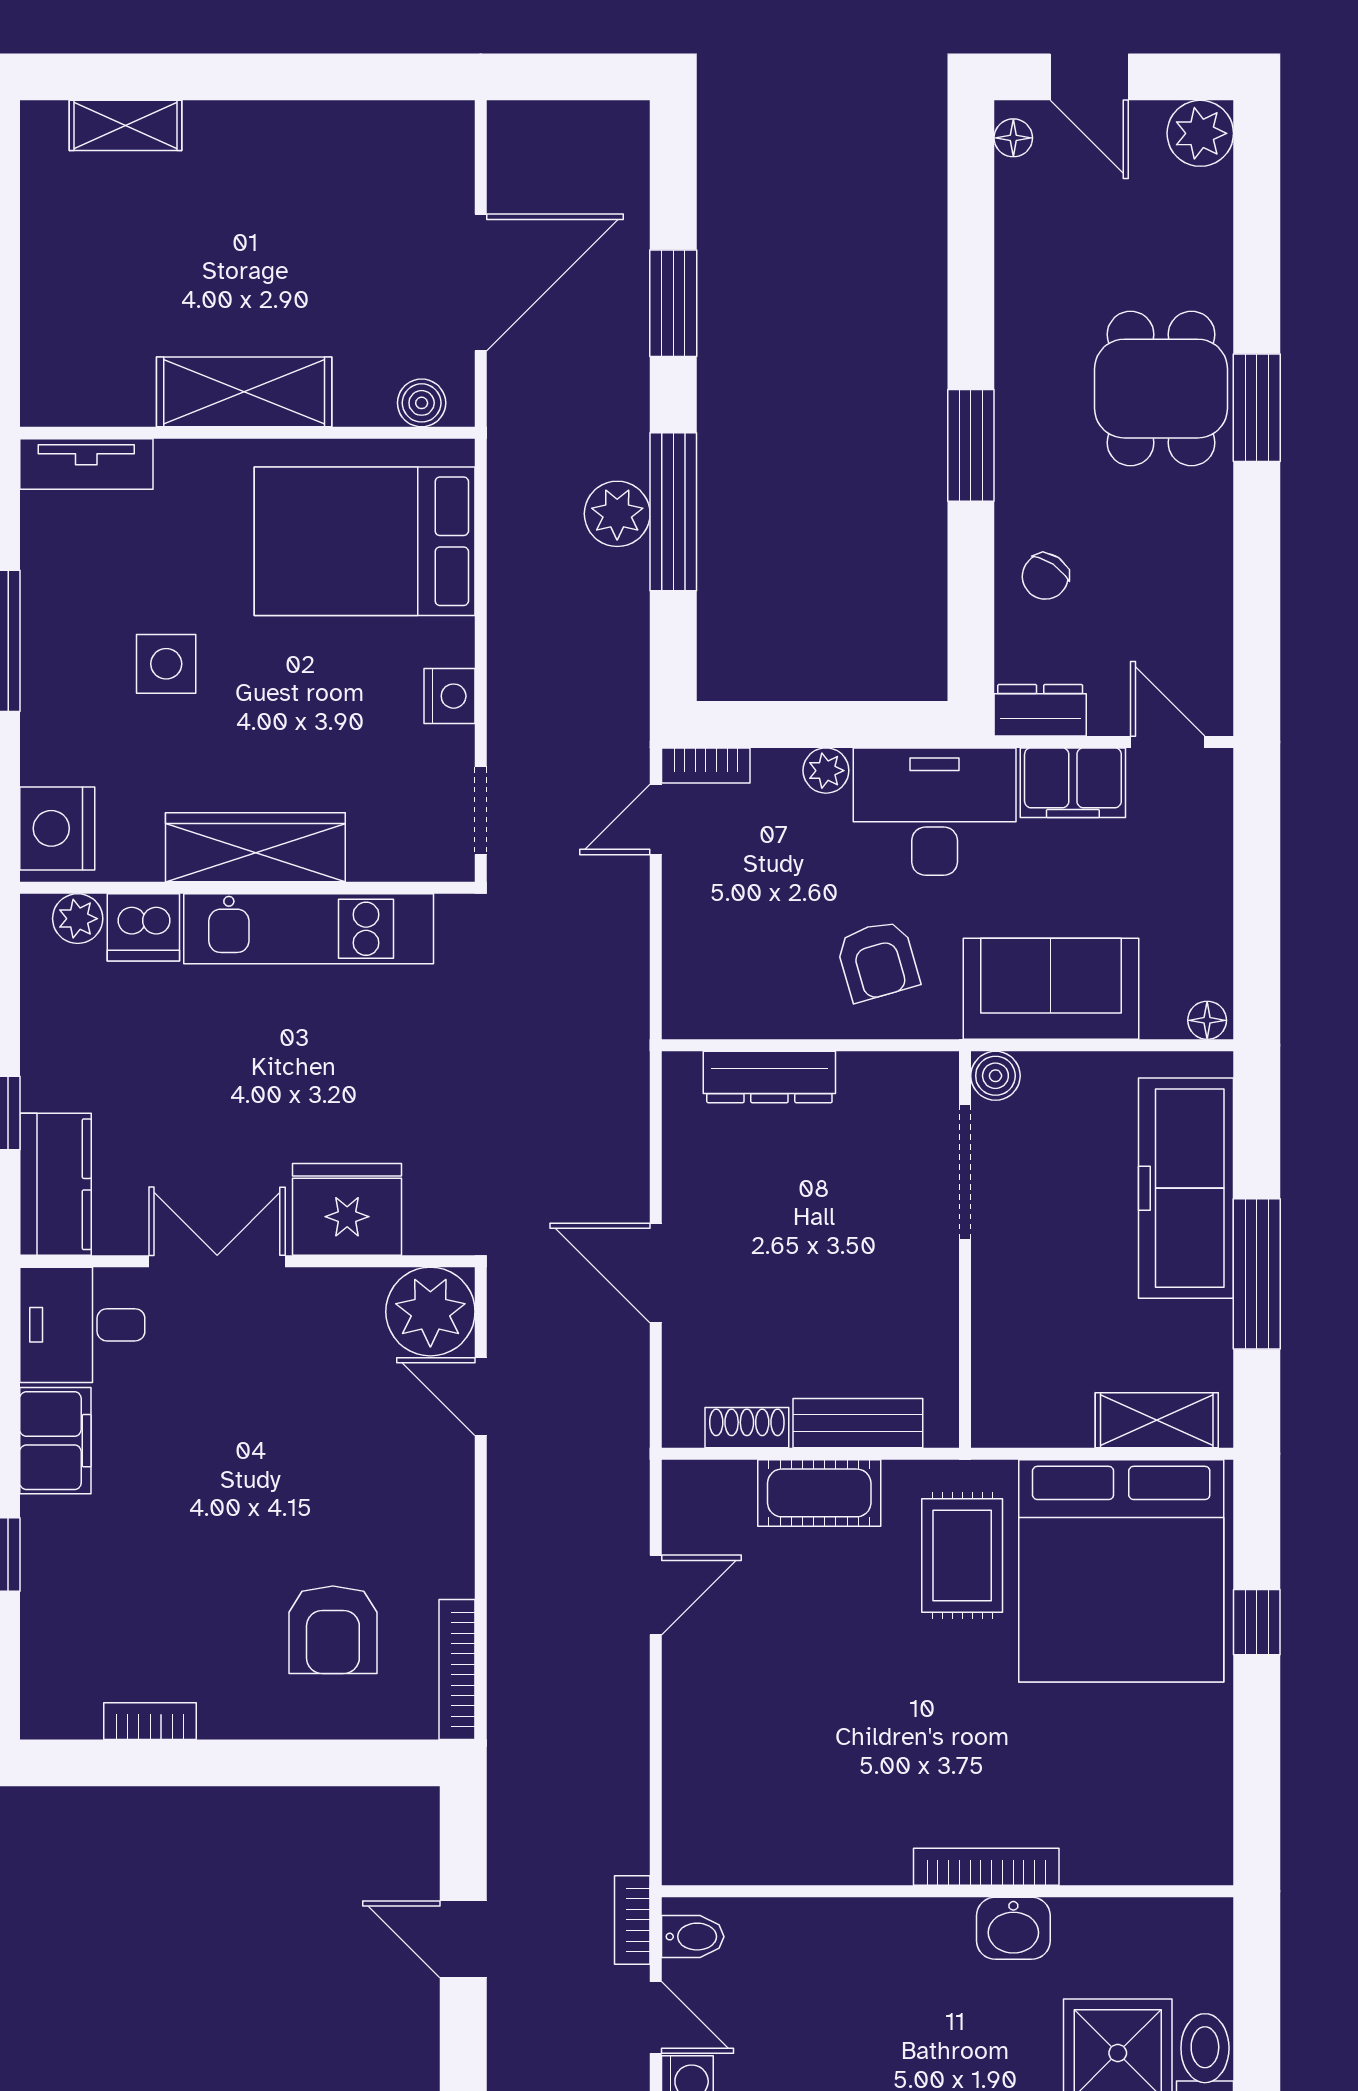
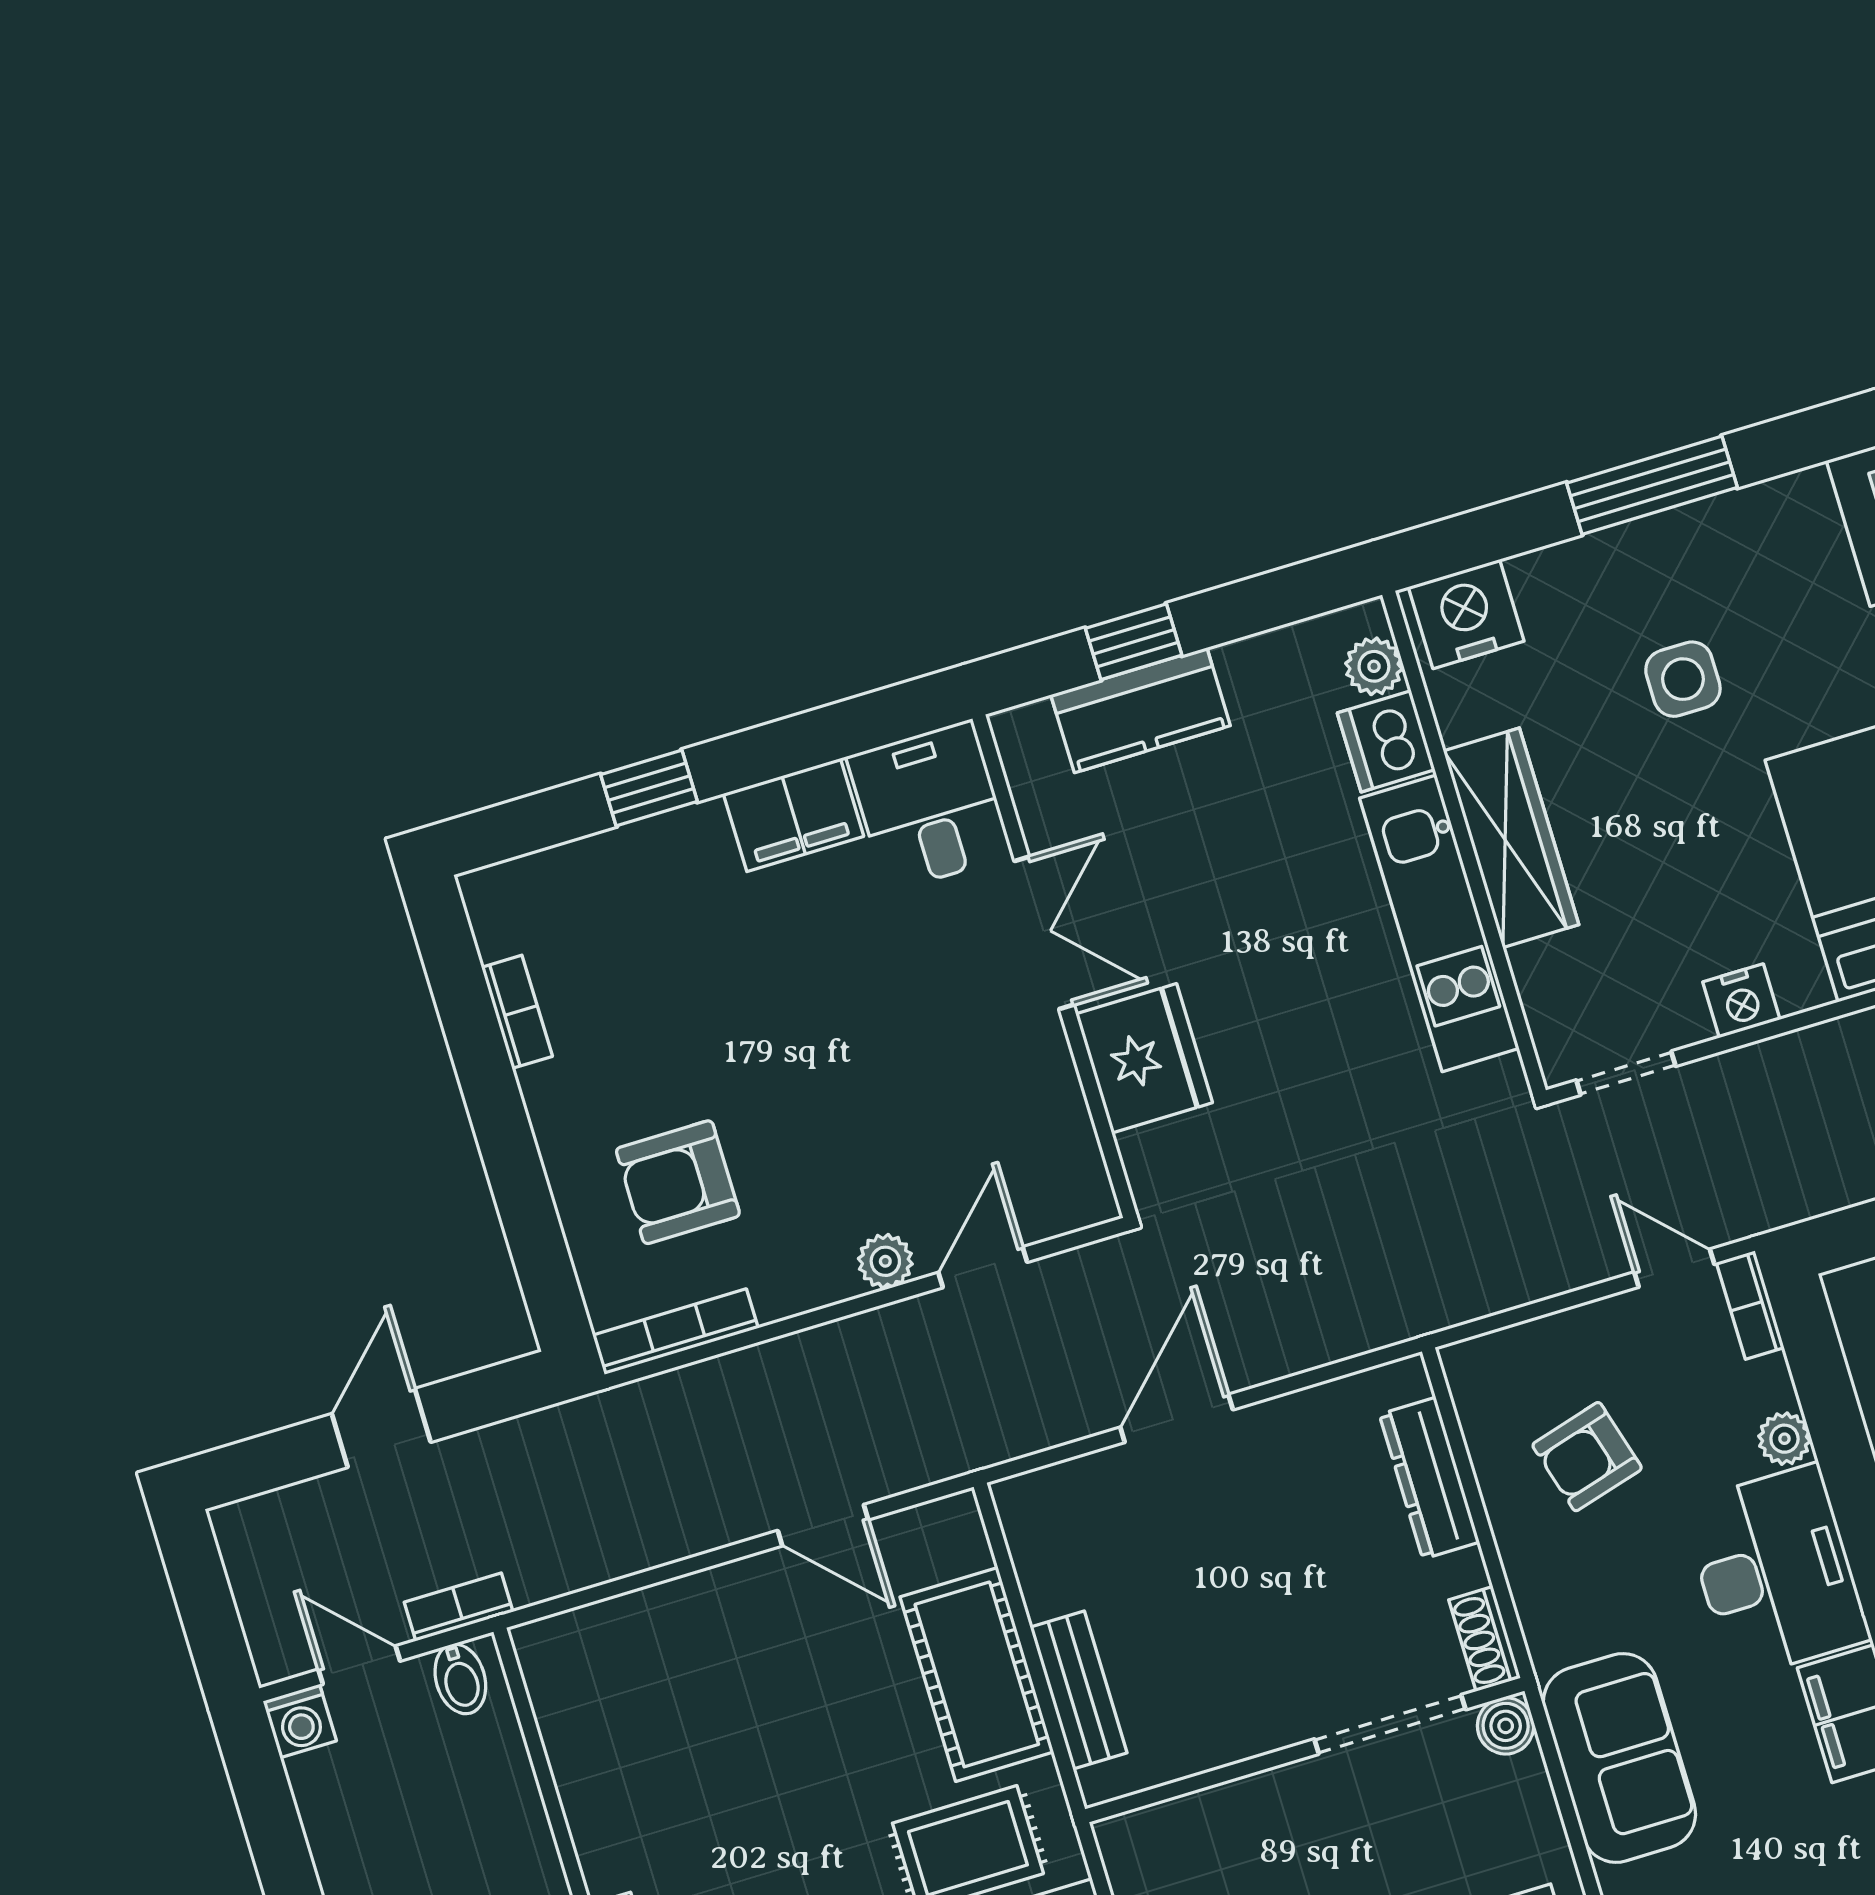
armchair: (878, 961) -> (1587, 1457), moved
kitchen counter: (55, 1184) -> (1141, 710), moved
plant: (430, 1312) -> (885, 1261), moved, width x0.53, depth x0.53
shoe rack: (747, 1428) -> (1485, 1639), moved, turned 180
cot: (819, 1493) -> (977, 1674), width x1.37, depth x1.34
door: (656, 2018) -> (359, 1665), swing flipped

